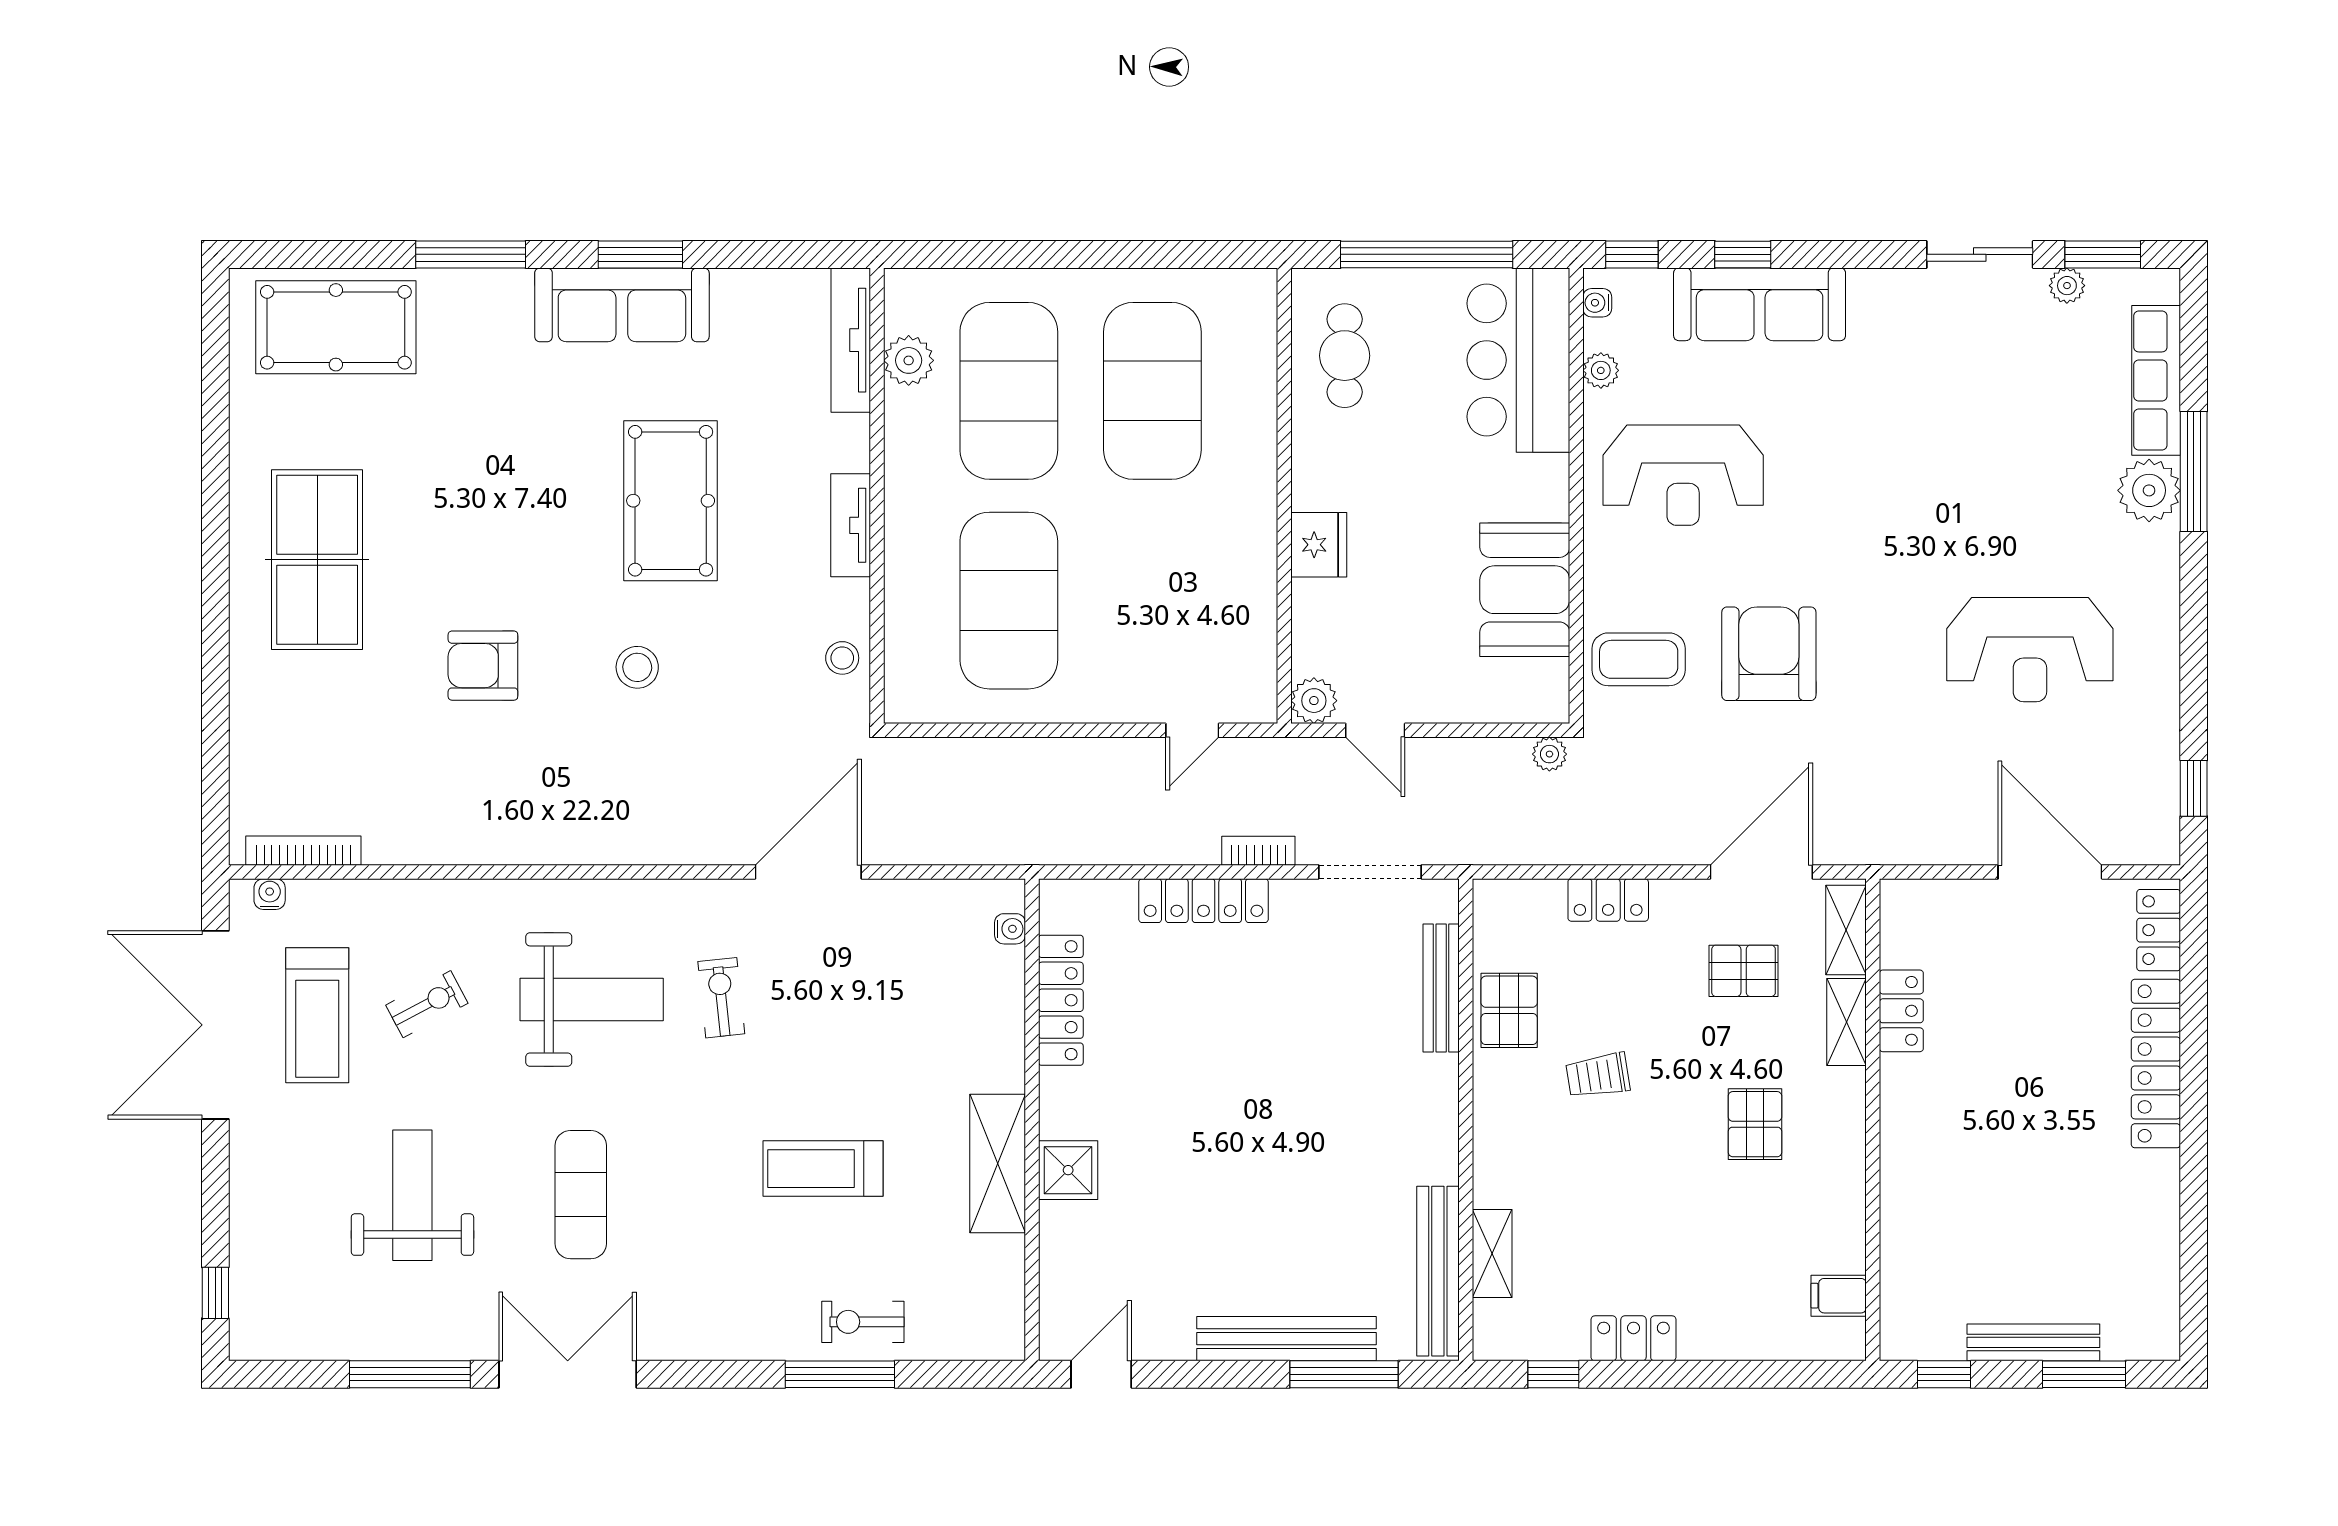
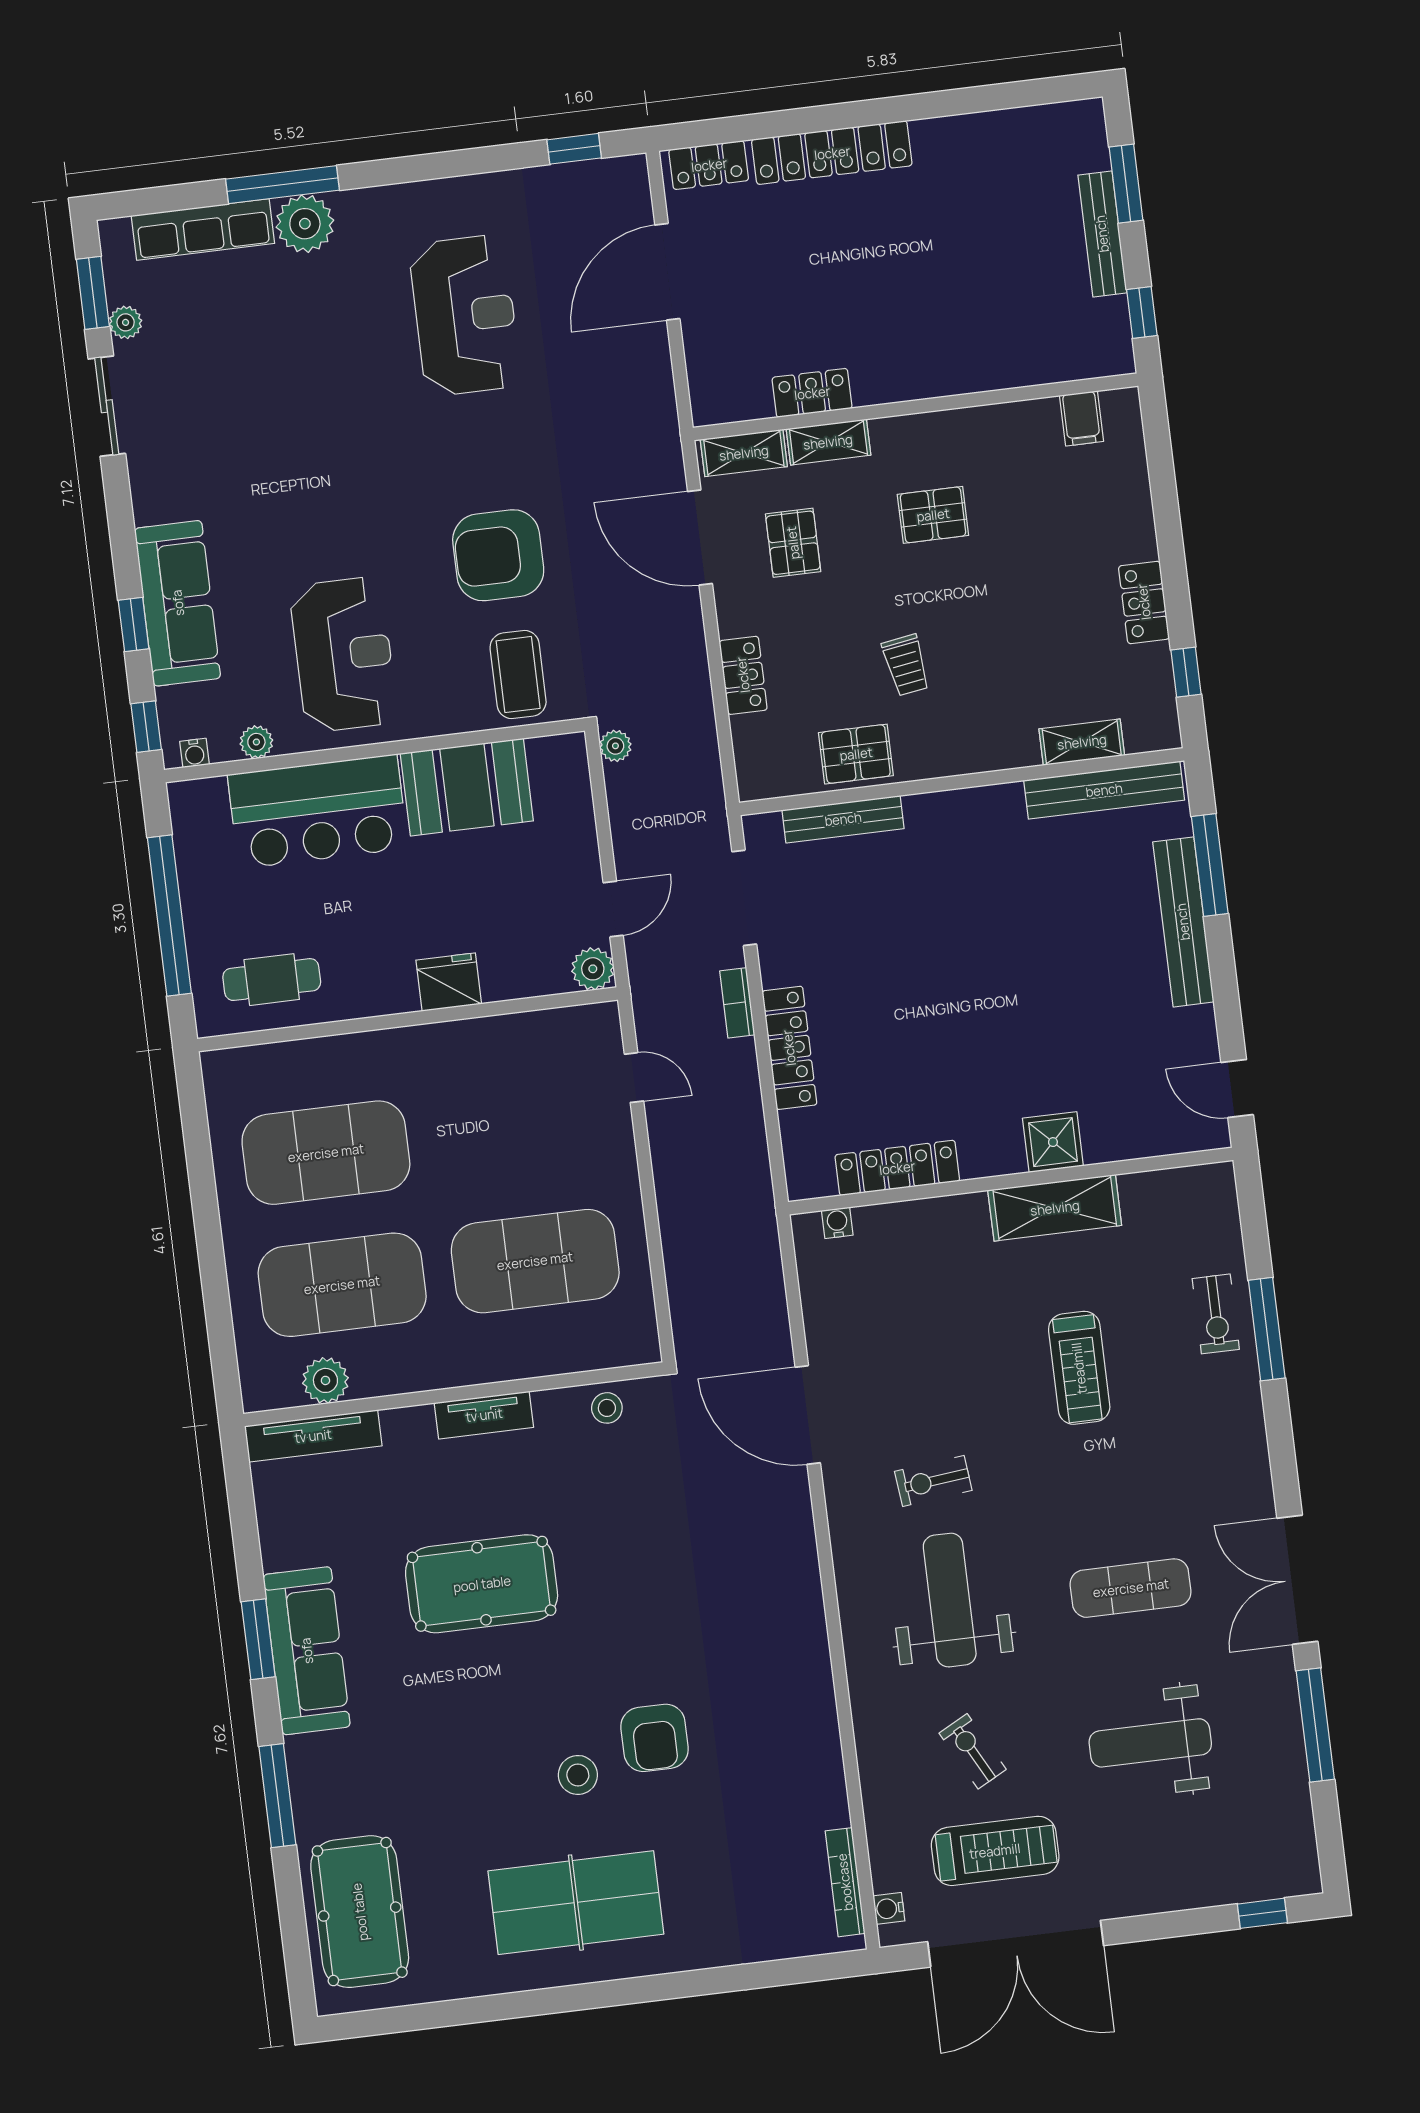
bar counter: (1518, 360) -> (318, 811), moved
stool: (637, 667) -> (578, 1775), moved

